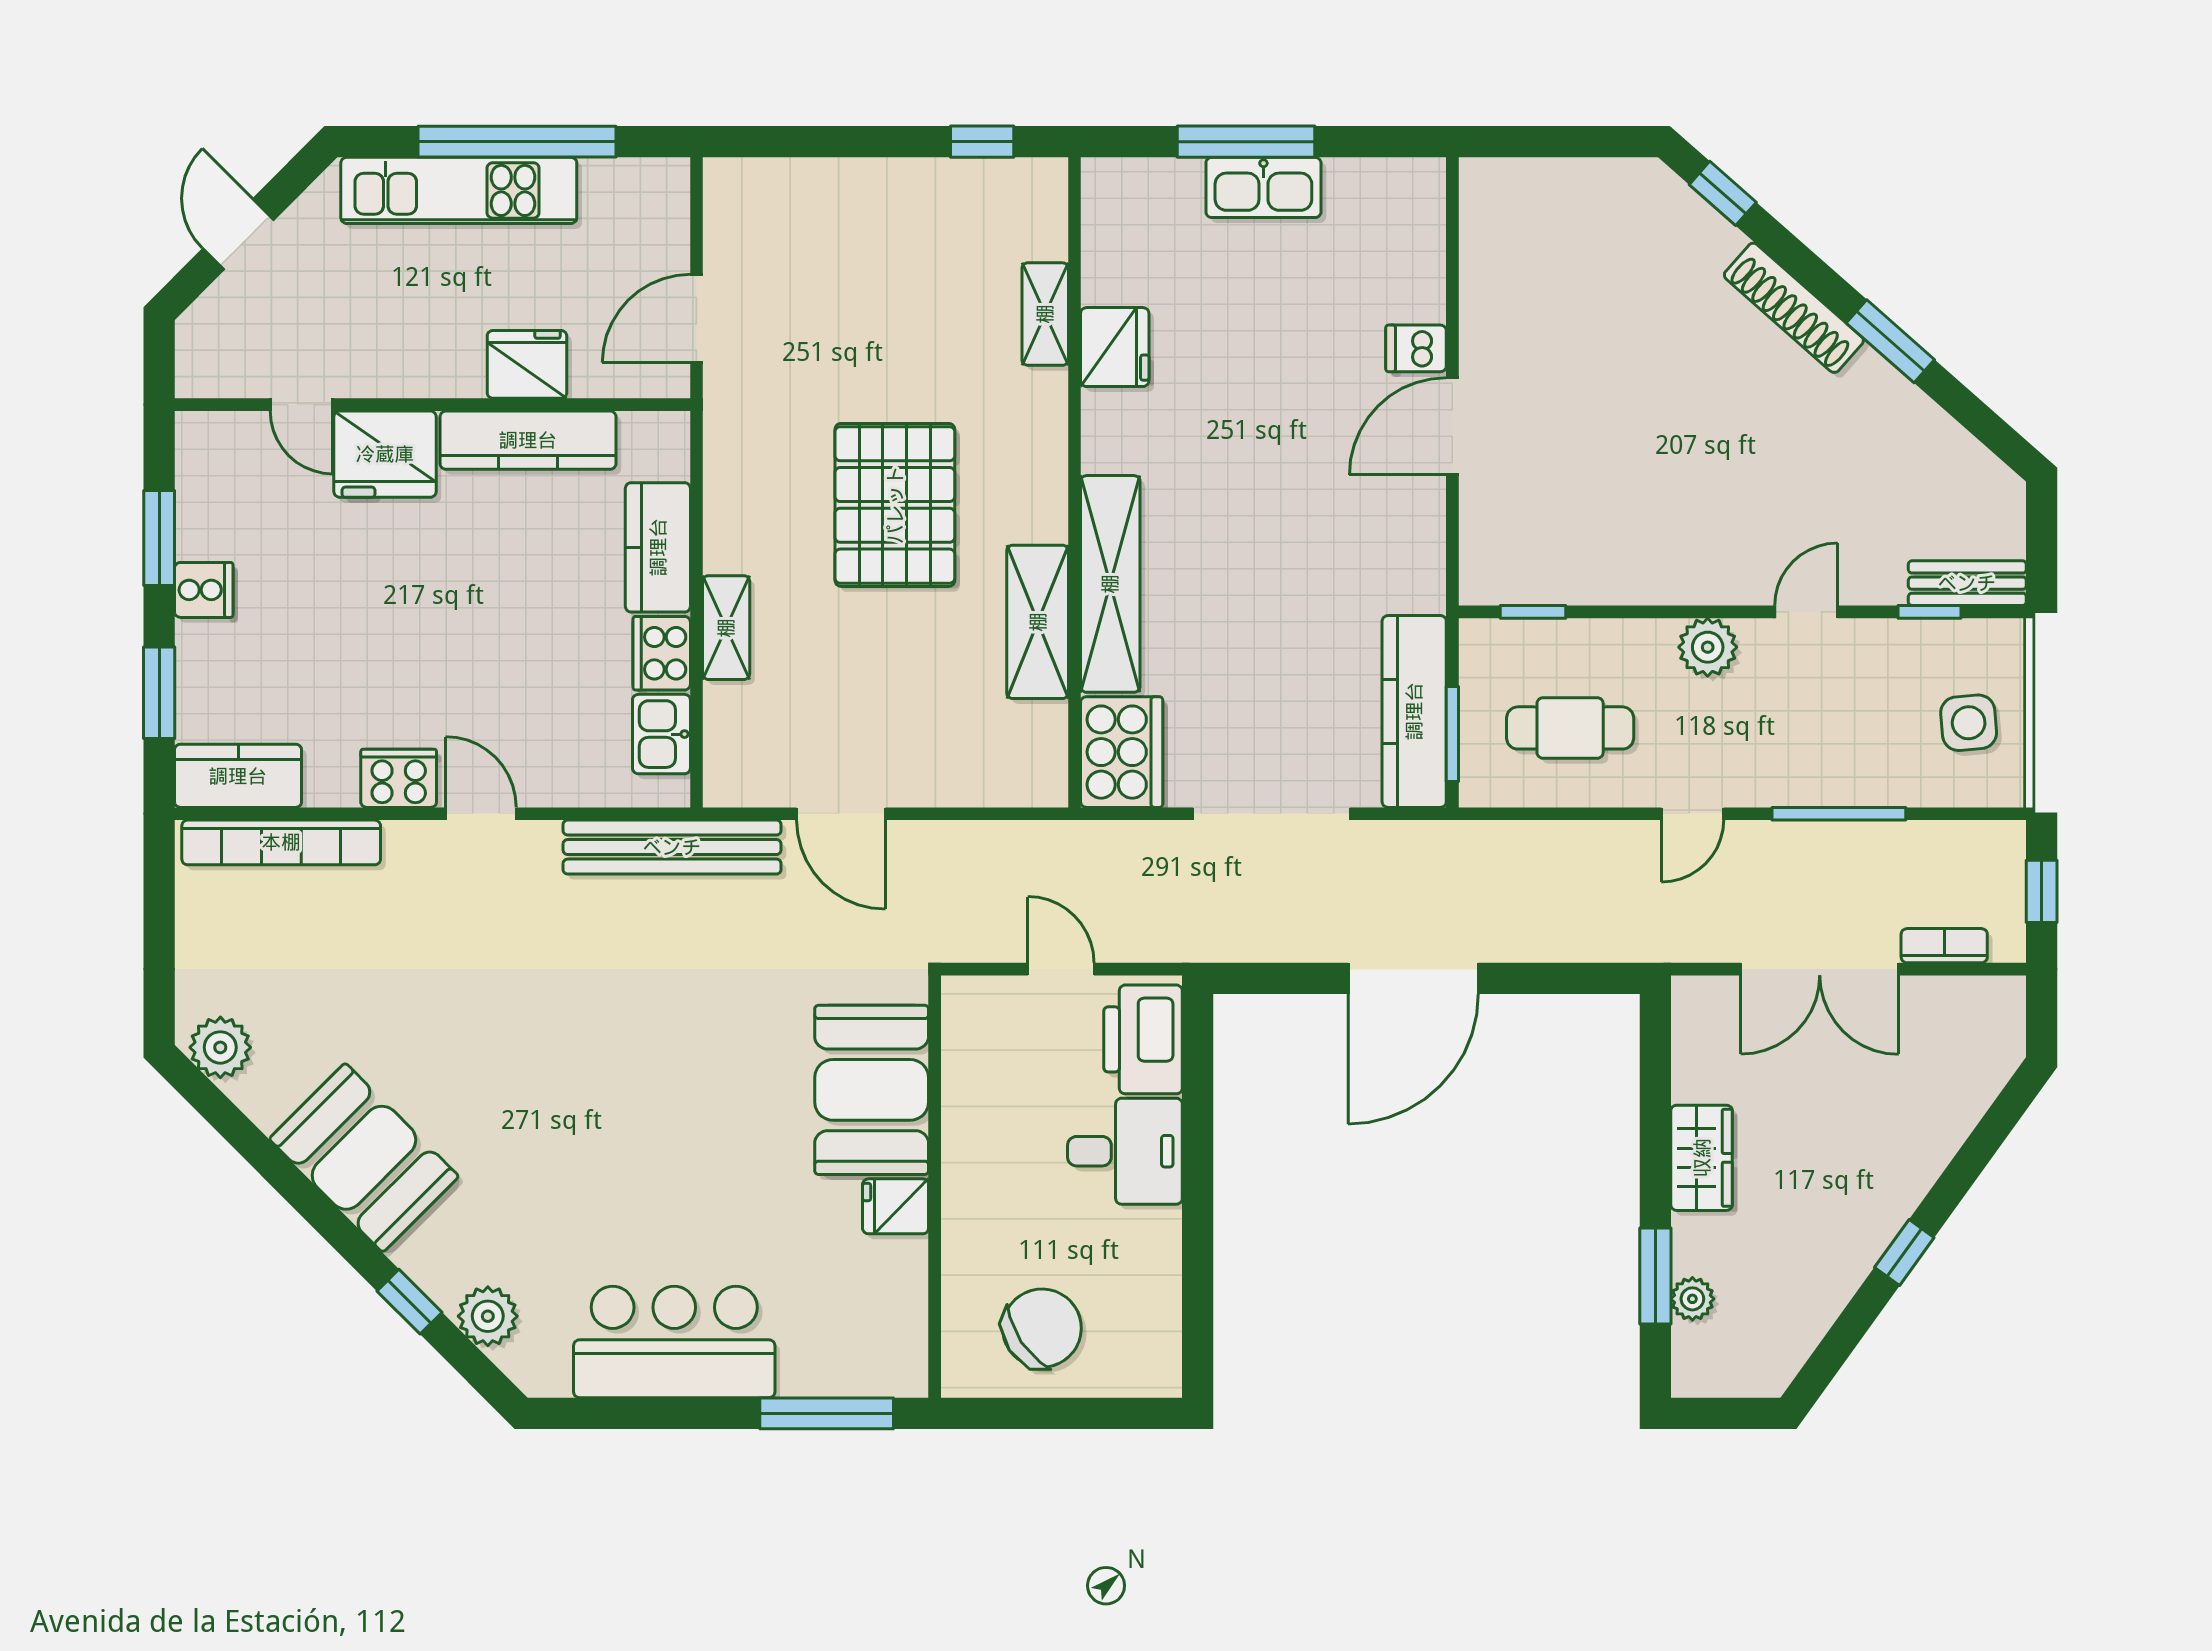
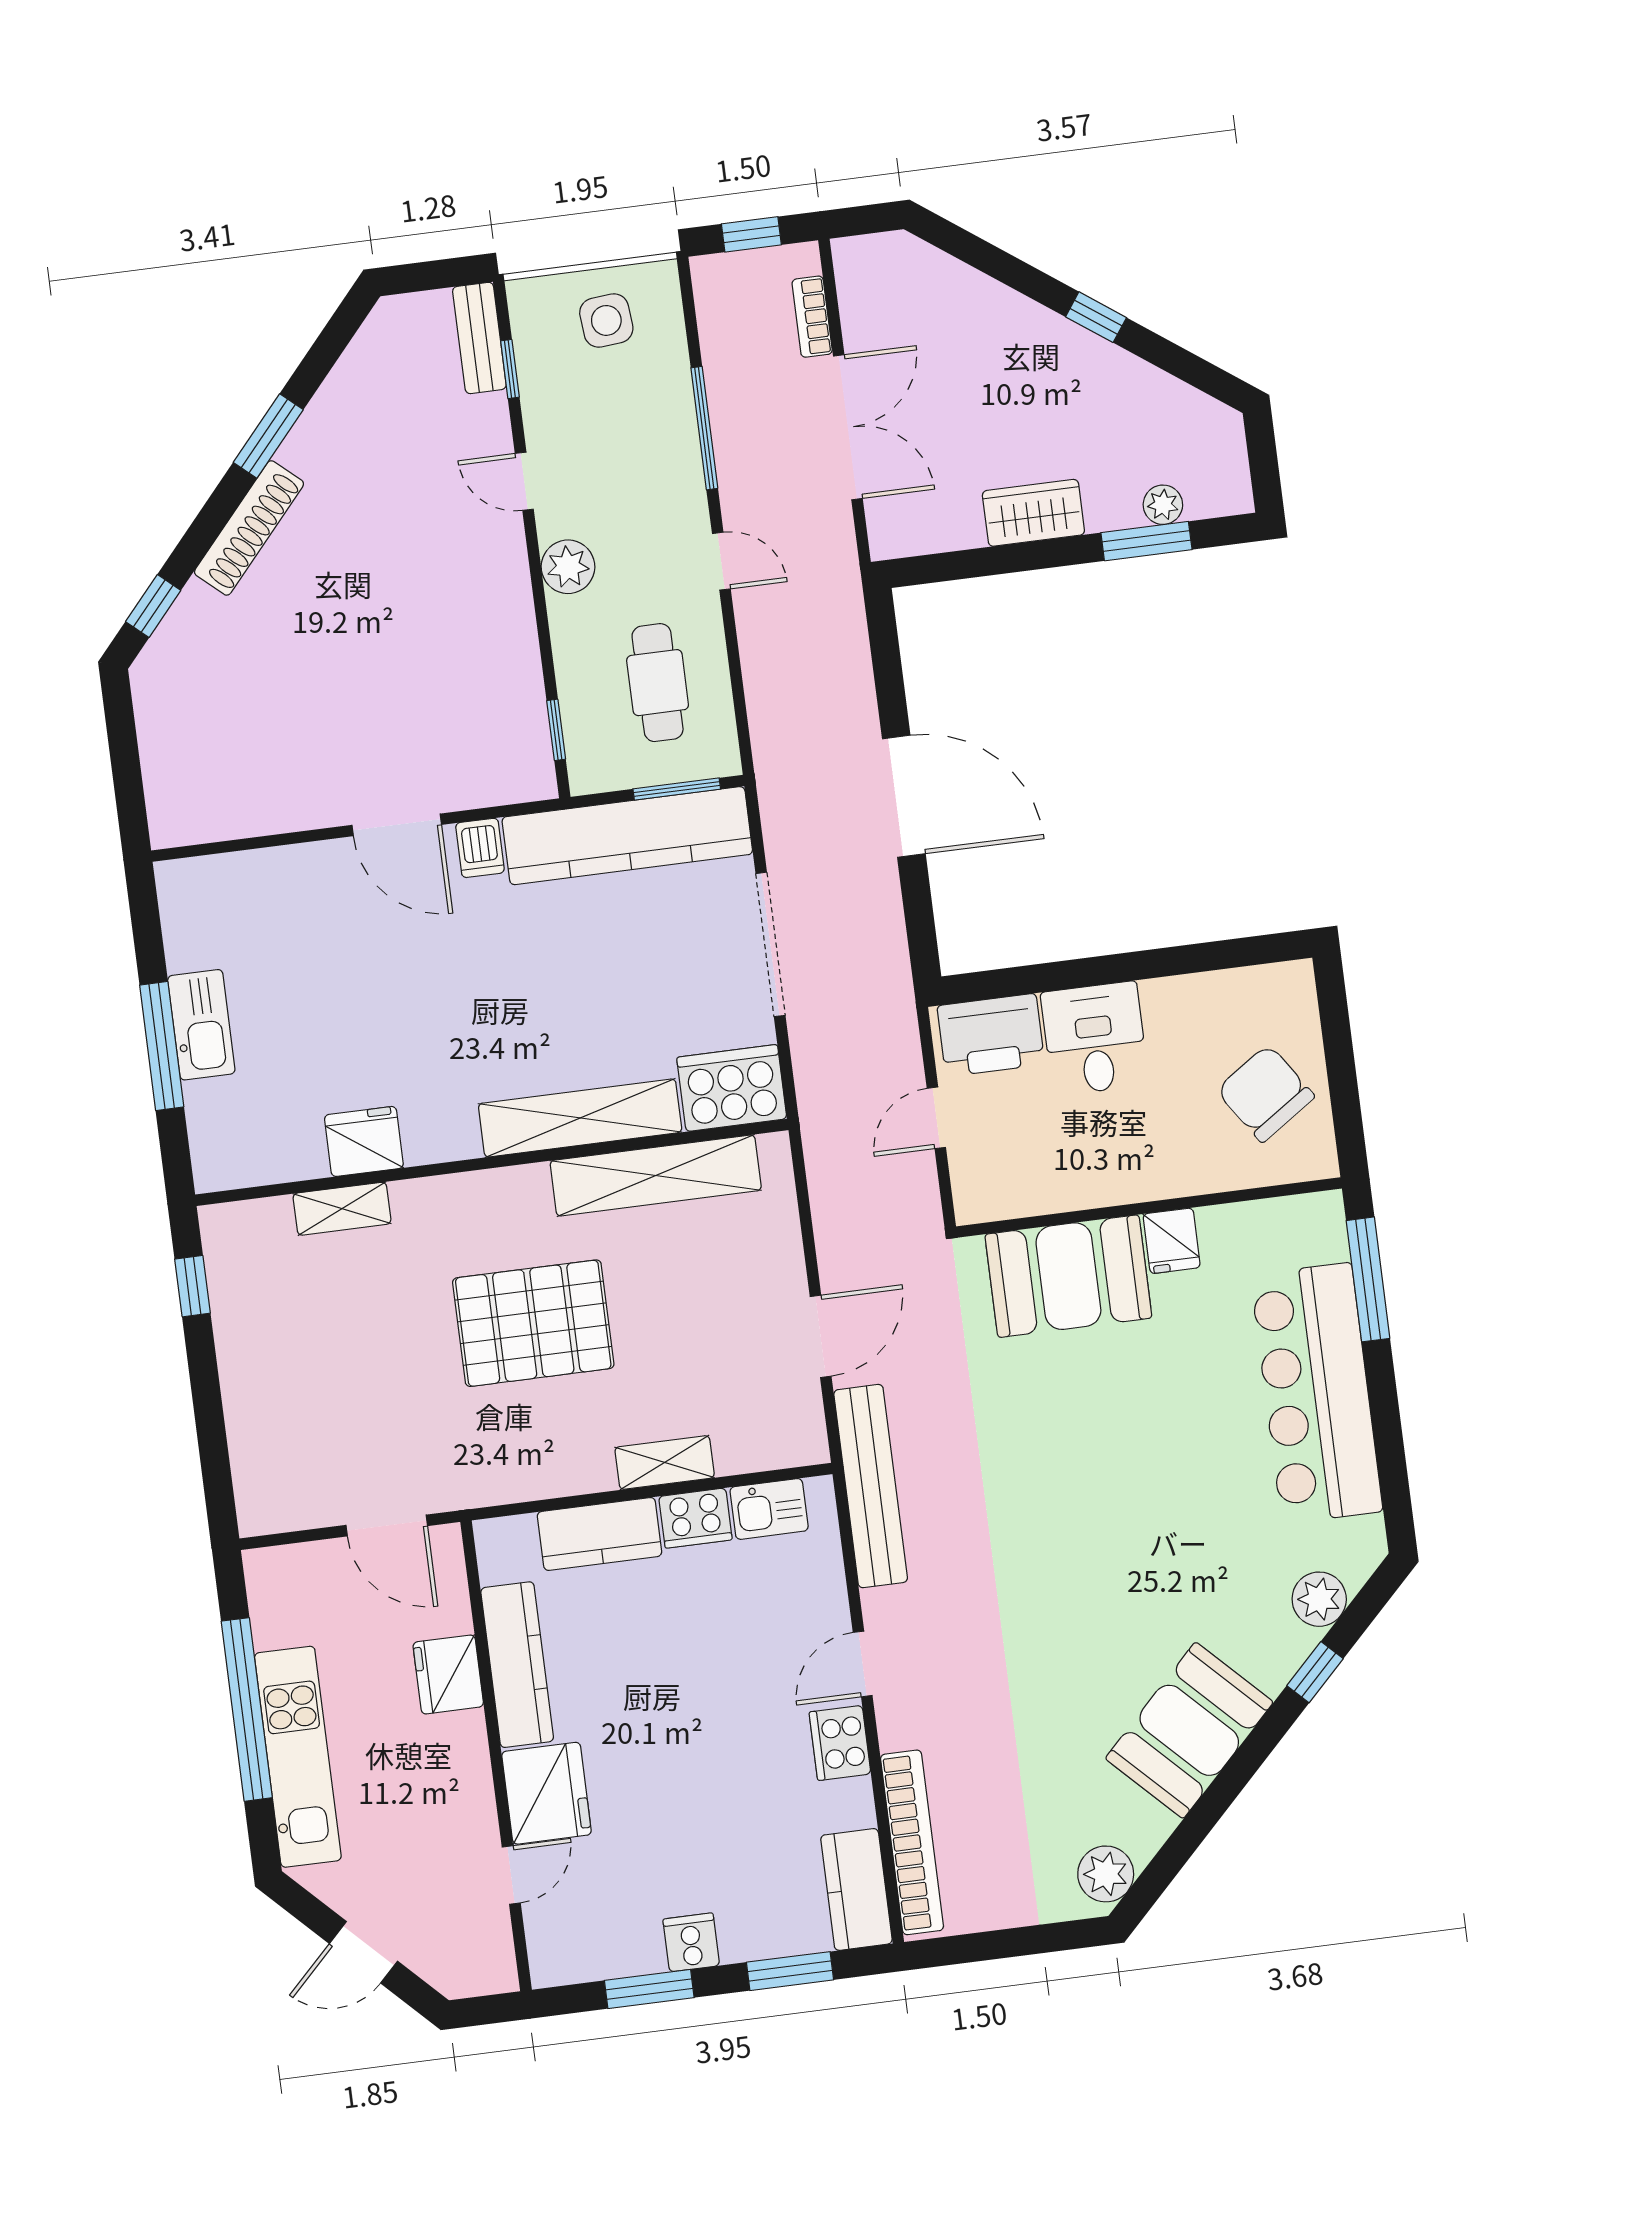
dishwasher: (1416, 348) -> (480, 848), moved
shelving: (1038, 622) -> (656, 1176), width x1.47
kitchen counter: (1414, 711) -> (627, 836), width x1.39, depth x1.17
bar counter: (674, 1342) -> (1317, 1393), width x1.36

